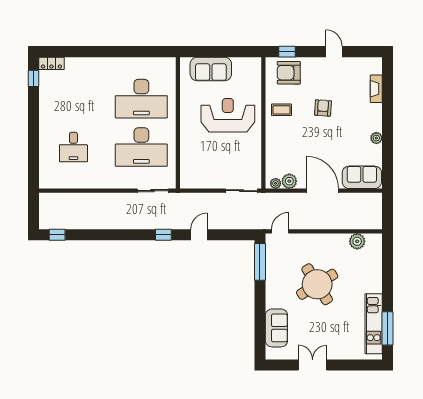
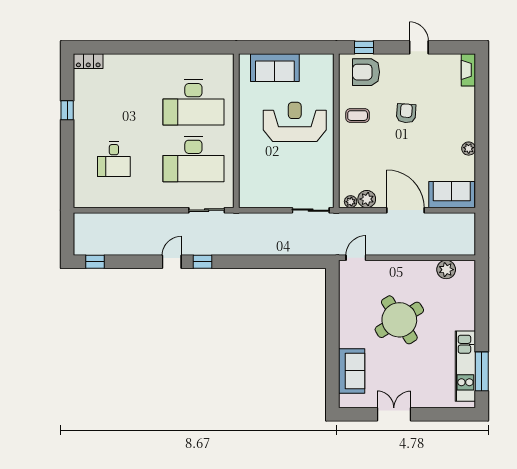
window: (33, 78) -> (67, 110), moved
fireplace: (376, 89) -> (468, 70), moved
window: (163, 235) -> (203, 262), moved
door: (199, 235) -> (172, 262), moved
window: (260, 262) -> (332, 294), removed

